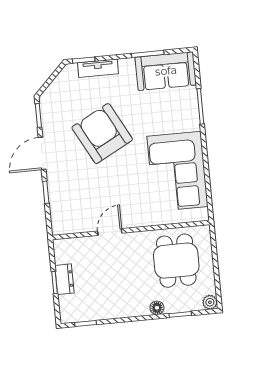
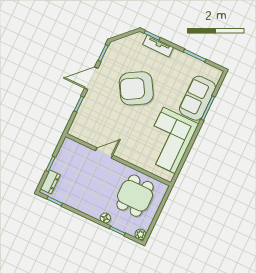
sofa: (166, 71) -> (197, 98), moved, turned 90
armchair: (102, 134) -> (136, 88), turned -92
dresser: (64, 279) -> (50, 182), moved

